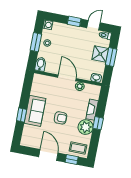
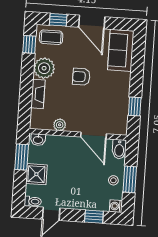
window: (74, 21) -> (94, 217), moved
window: (111, 57) -> (22, 157), moved
door: (67, 78) -> (94, 135), moved
sofa: (35, 111) -> (121, 50), moved
window: (22, 115) -> (135, 107), moved
window: (98, 123) -> (29, 44), moved

